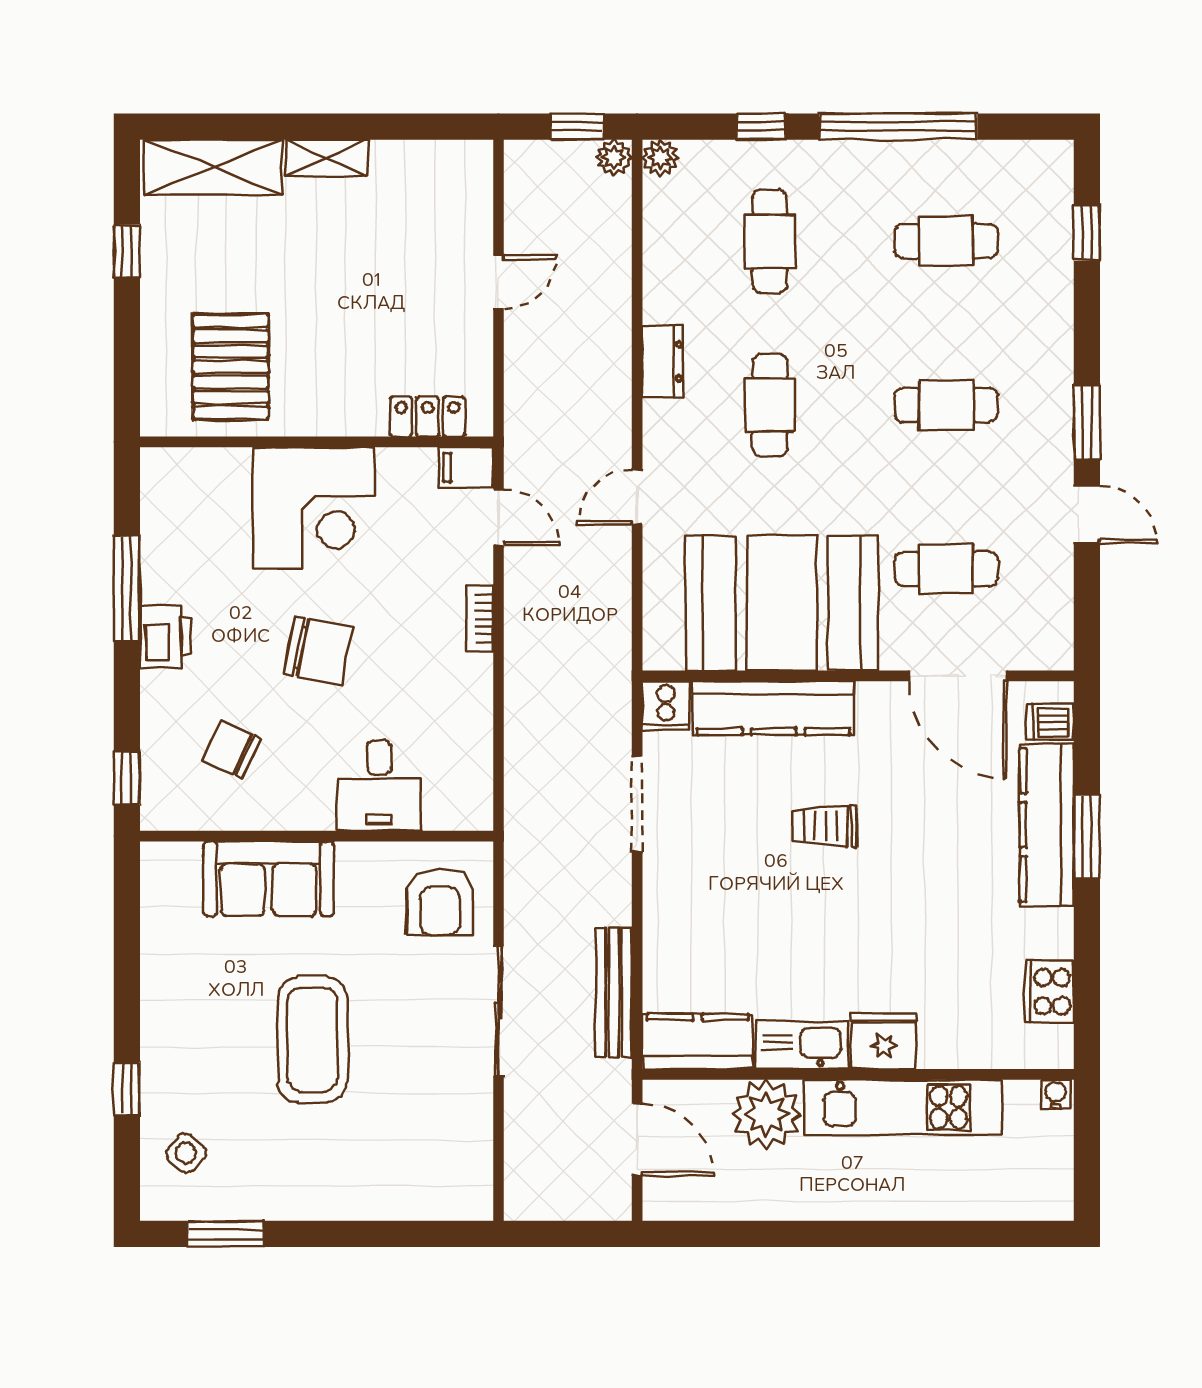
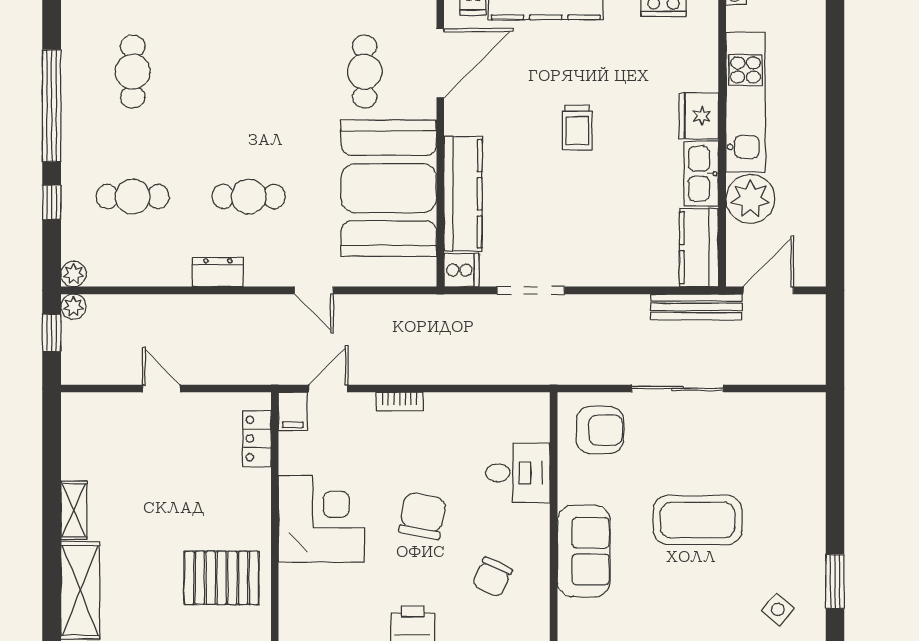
cafe table: (946, 405) -> (249, 72), removed
trolley: (824, 826) -> (577, 127), moved
bench: (614, 992) -> (696, 307), moved

